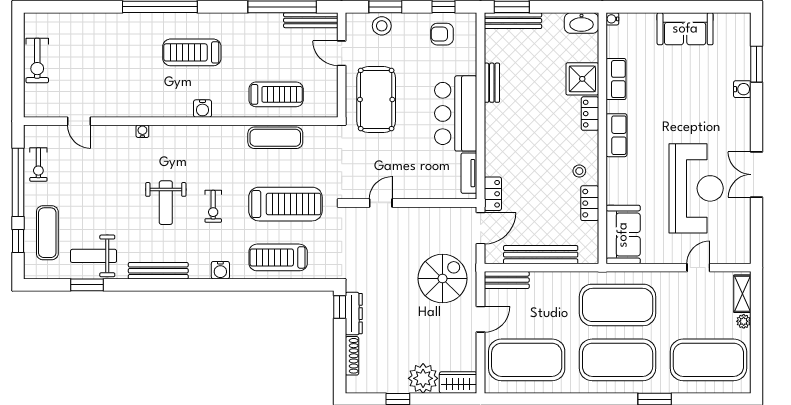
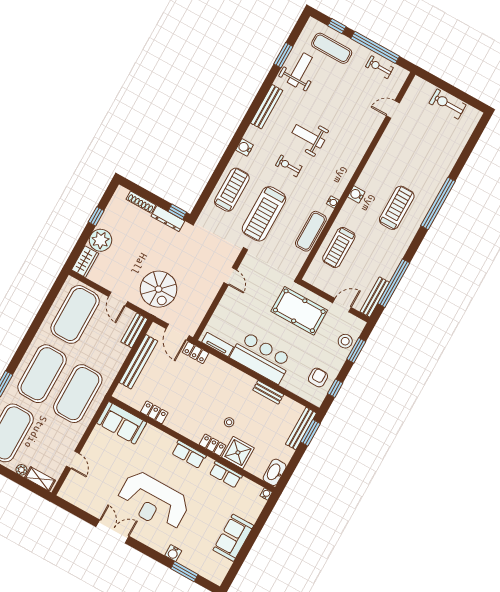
water cooler: (142, 131) -> (333, 202), moved
stool: (579, 171) -> (229, 422), moved
reception desk: (696, 188) -> (153, 501), moved

